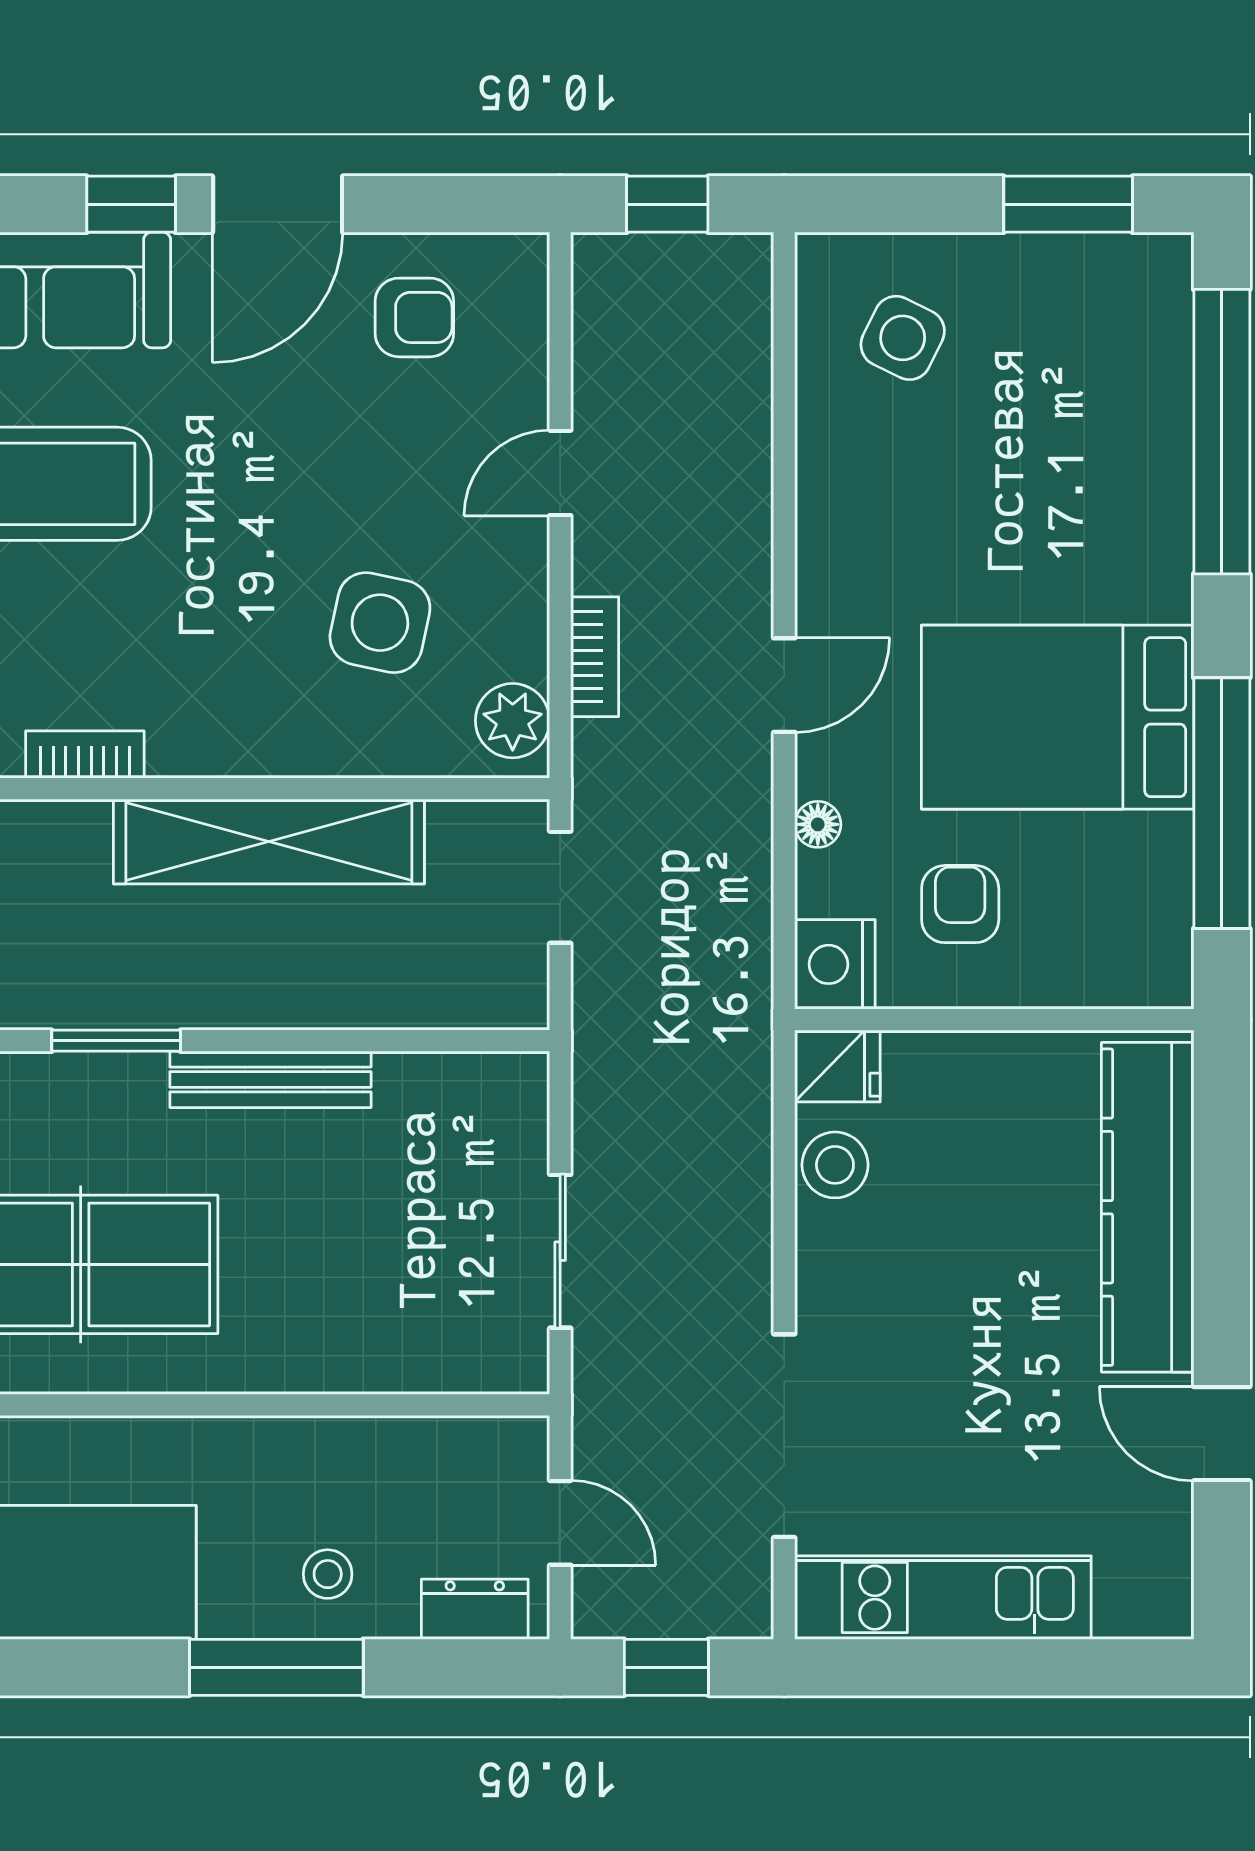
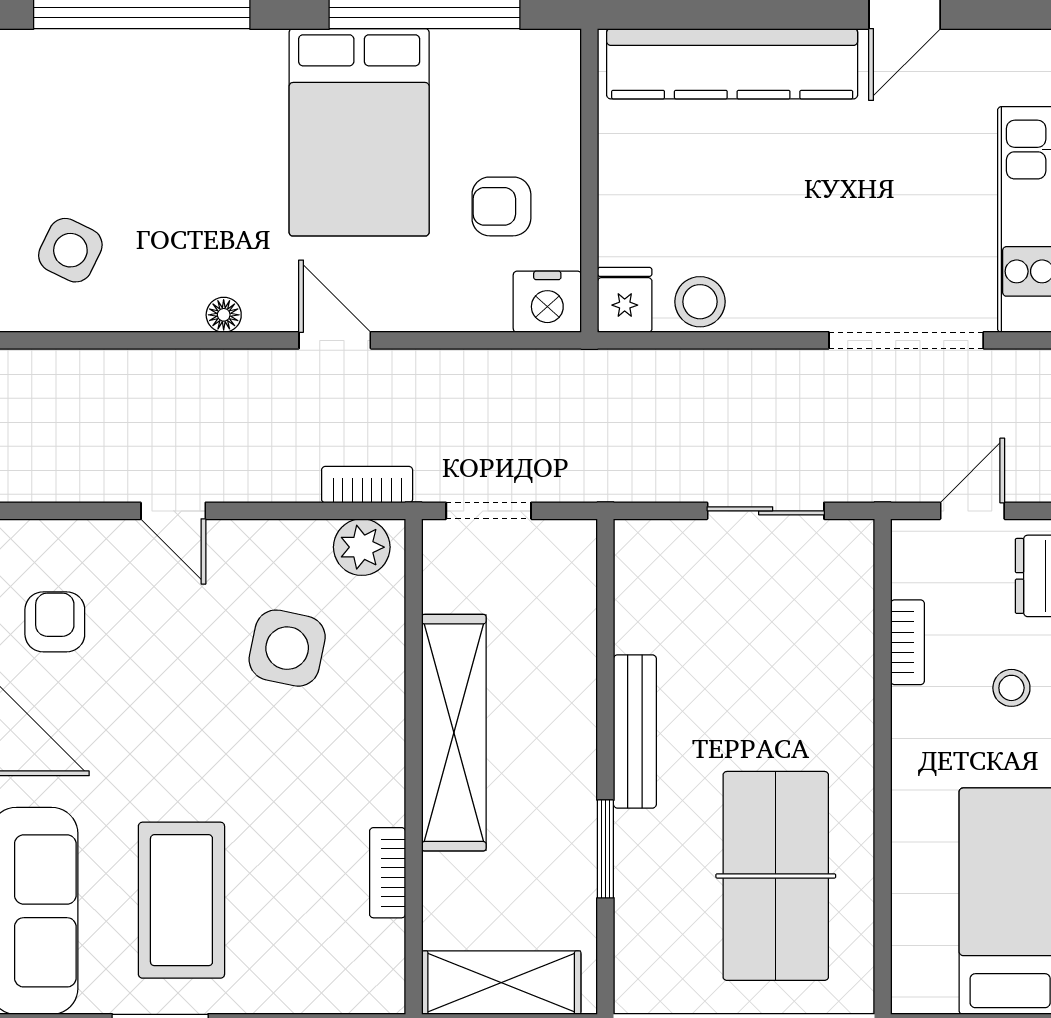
bookcase: (595, 657) -> (367, 485), moved
floor lamp: (818, 824) -> (224, 315), moved
bookcase: (388, 1438) -> (908, 642), added

